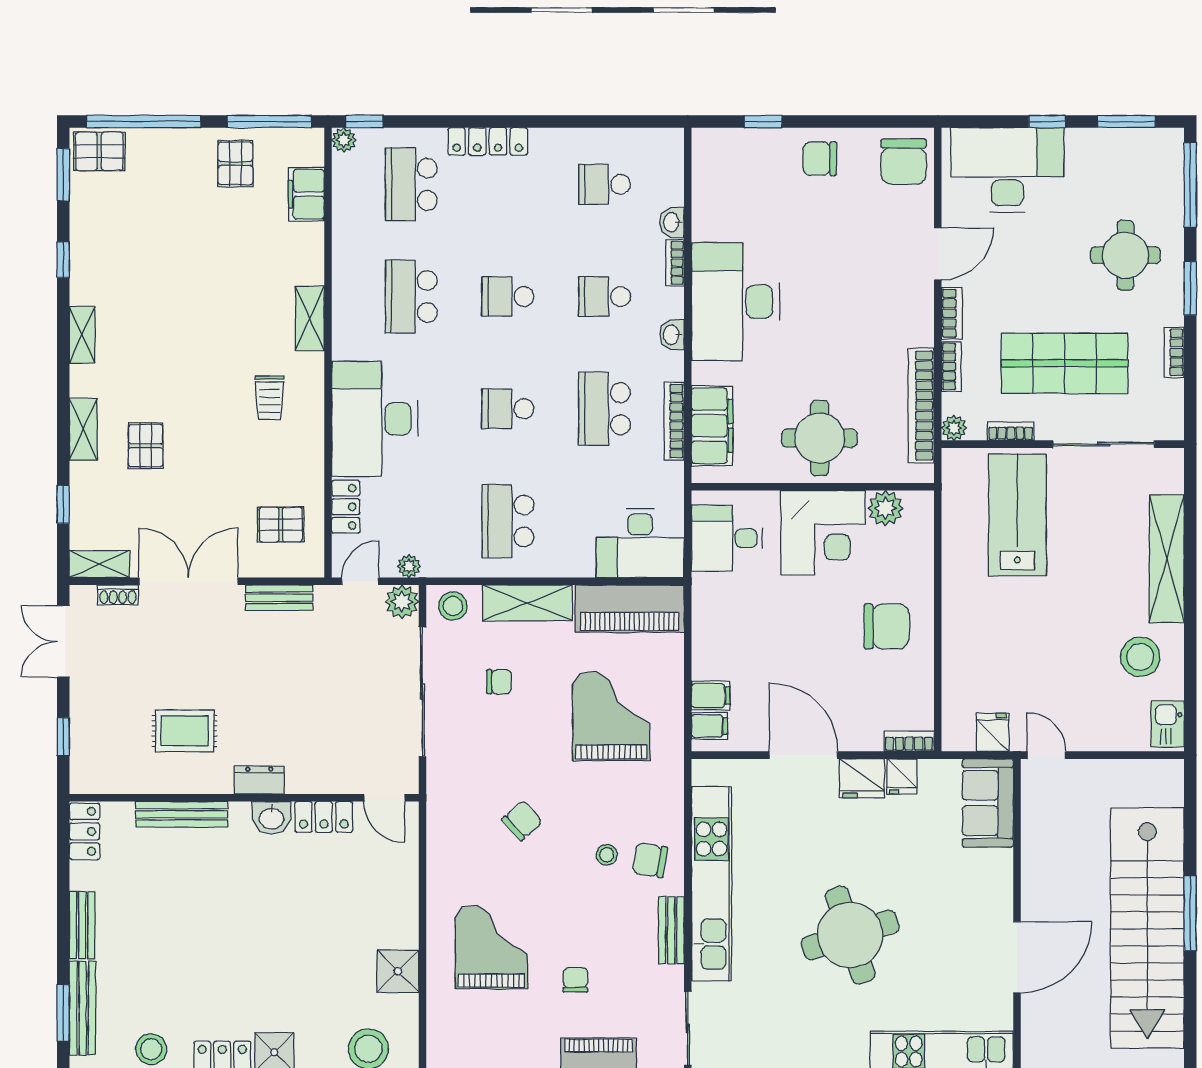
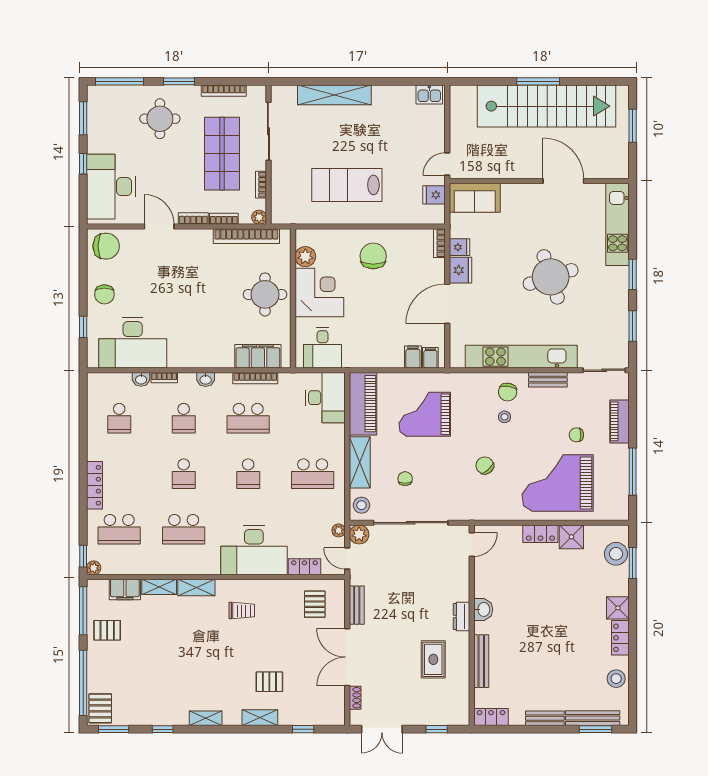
desk: (736, 302) -> (133, 343), moved
bookcase: (1174, 352) -> (224, 91), width x1.56
lab bench: (1017, 515) -> (347, 185), moved
shelving: (99, 564) -> (159, 587), moved, turned 90
stool: (1140, 657) -> (391, 110), removed
locker: (324, 817) -> (540, 534), moved, turned 90
grand piano: (491, 947) -> (558, 483), width x1.37, depth x1.48

